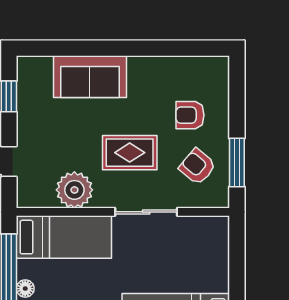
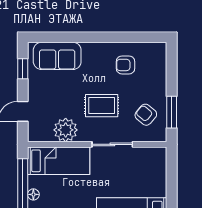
sofa: (90, 77) -> (57, 56), moved
armchair: (190, 115) -> (125, 65), moved

